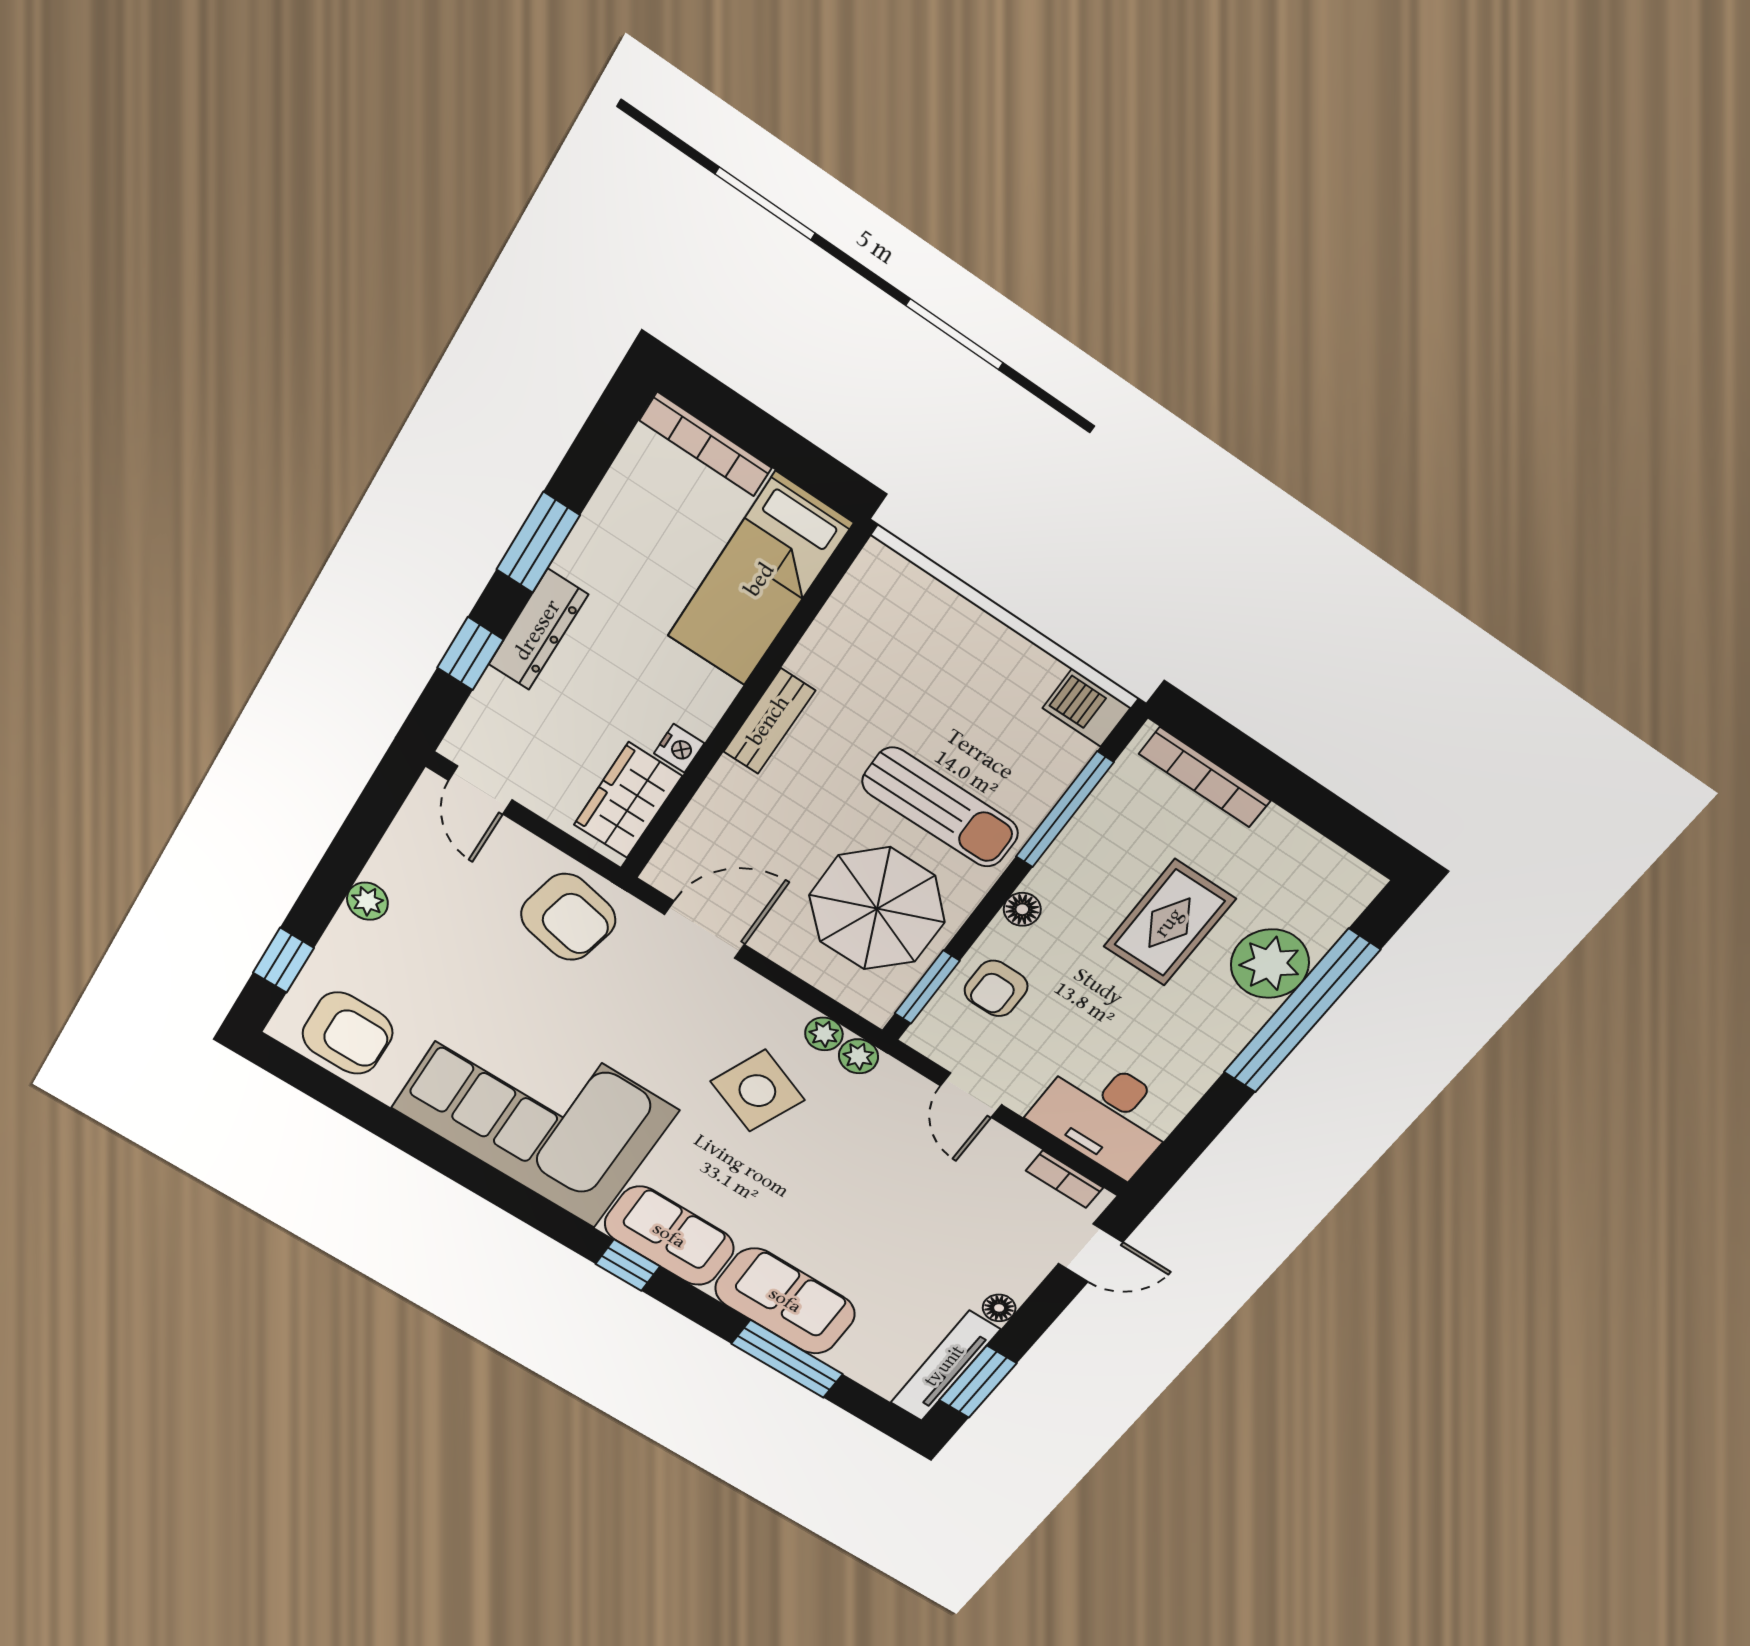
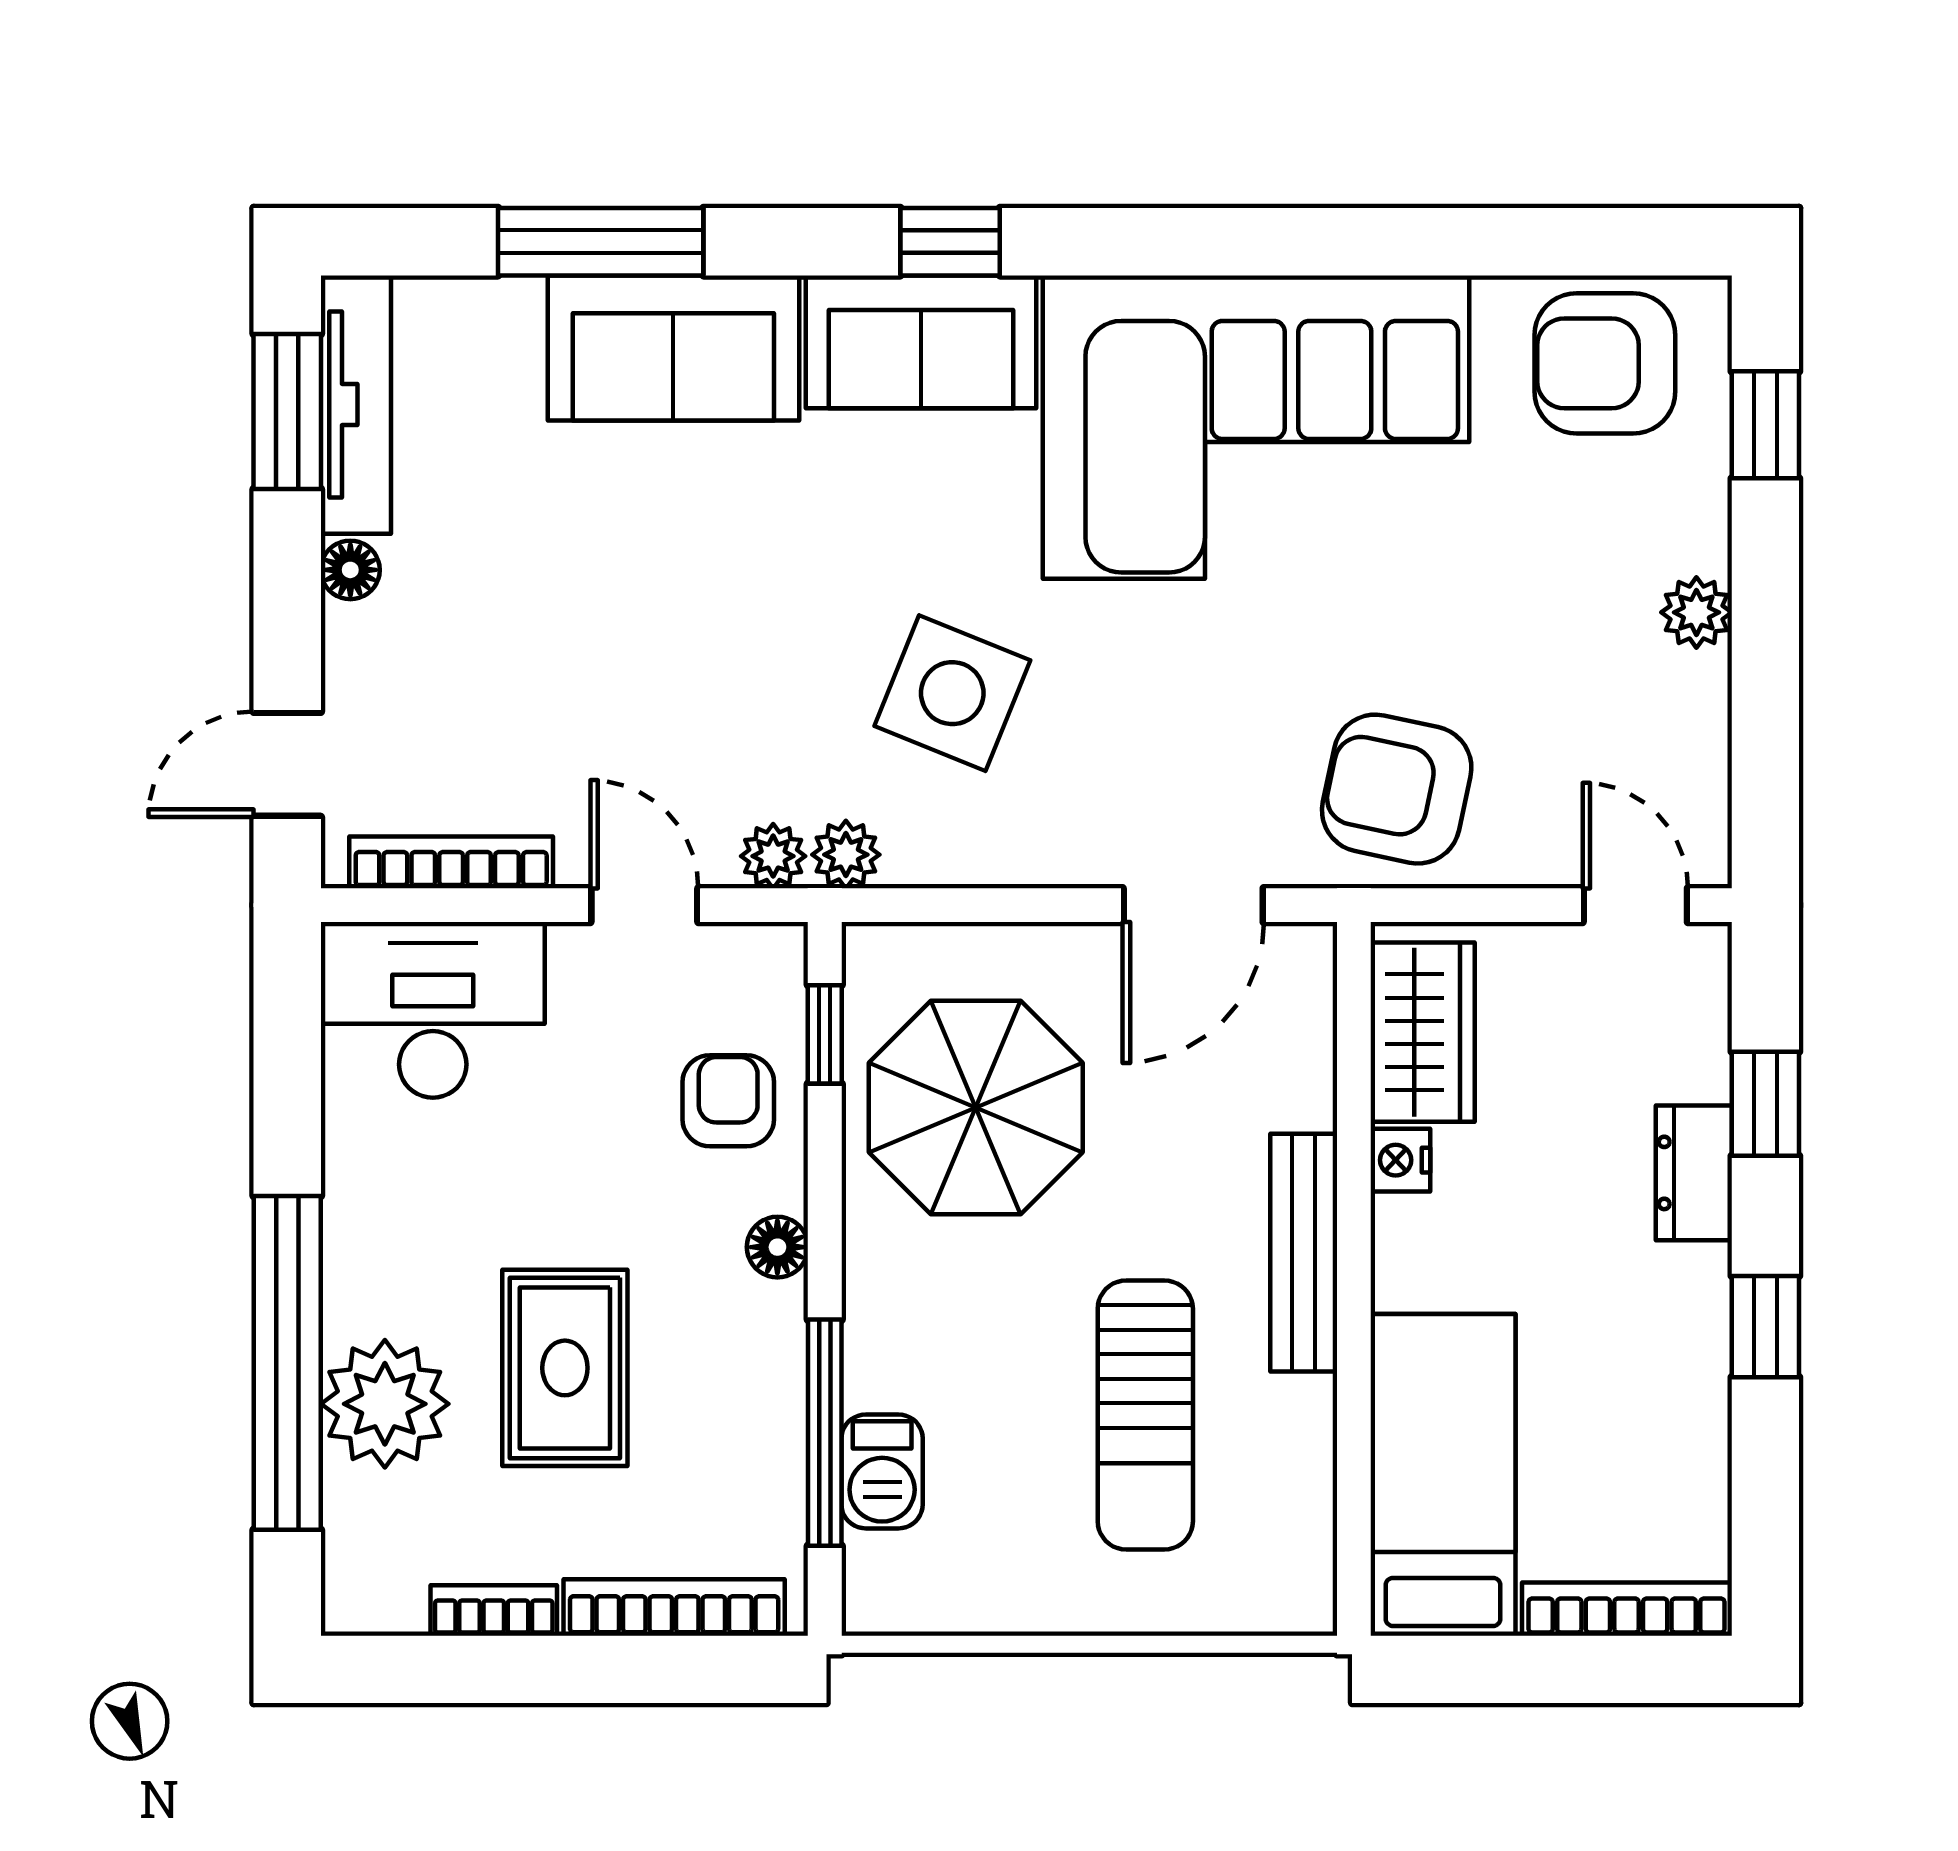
window: (538, 543) -> (1765, 1327), width x0.67
dresser: (538, 630) -> (1694, 1173), width x0.70
barbecue: (1087, 708) -> (882, 1471), moved, turned 90
bench: (769, 721) -> (1304, 1253), width x1.36
sun lounger: (940, 807) -> (1145, 1415), moved, turned -90
bookcase: (1296, 835) -> (494, 1611), added
window: (927, 987) -> (825, 1034), width x0.67
plant: (824, 1034) -> (773, 856), moved
bookcase: (1065, 1179) -> (451, 862), width x1.56

